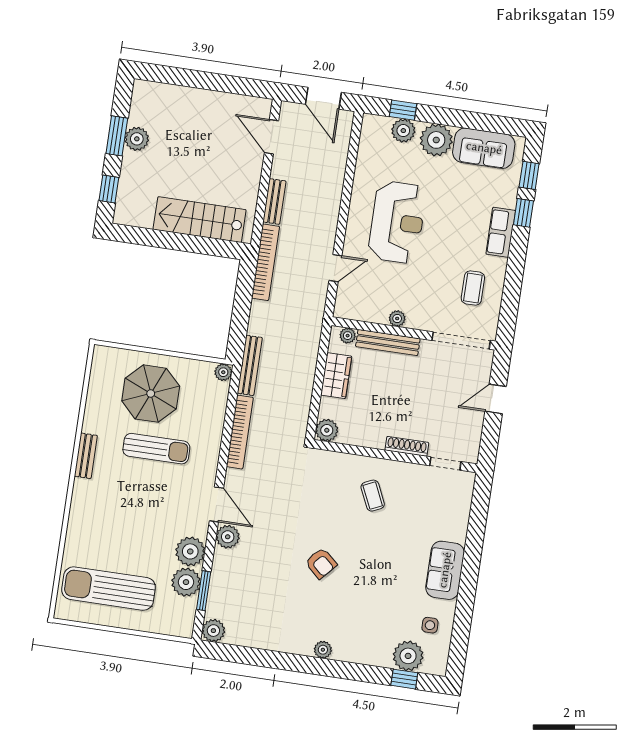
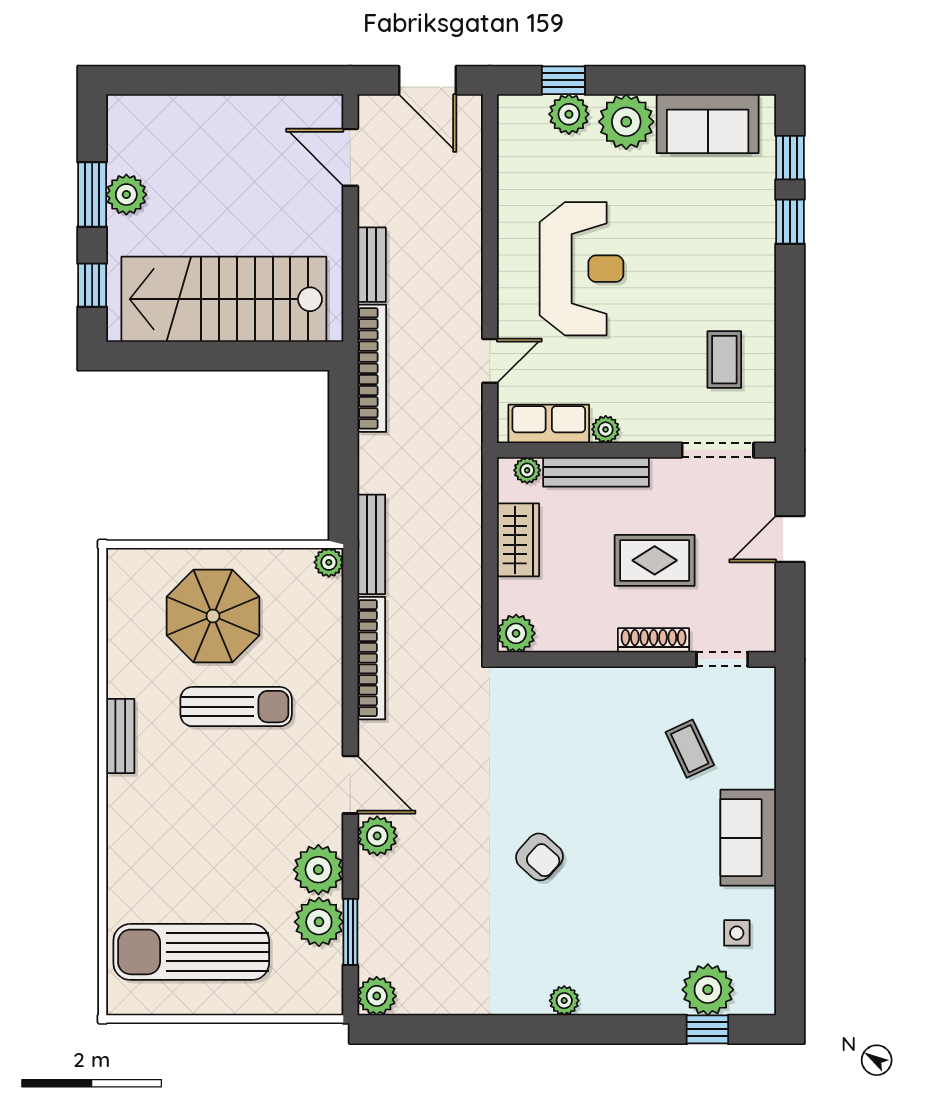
stairs: (200, 220) -> (224, 299), width x1.36, depth x1.51
row of seats: (501, 232) -> (549, 424), moved, turned 90
doorway: (461, 340) -> (718, 450), width x0.73
rug: (414, 400) -> (655, 560), added
coffee table: (373, 496) -> (690, 749), moved

